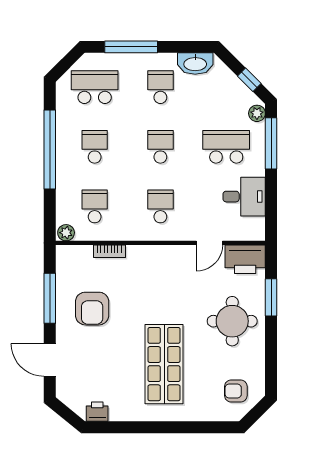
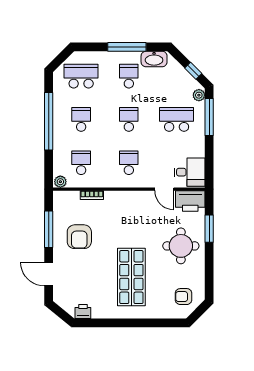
window: (131, 47) -> (127, 47), moved
desk: (244, 197) -> (190, 172), moved
door: (209, 243) -> (164, 189), hinge flipped

